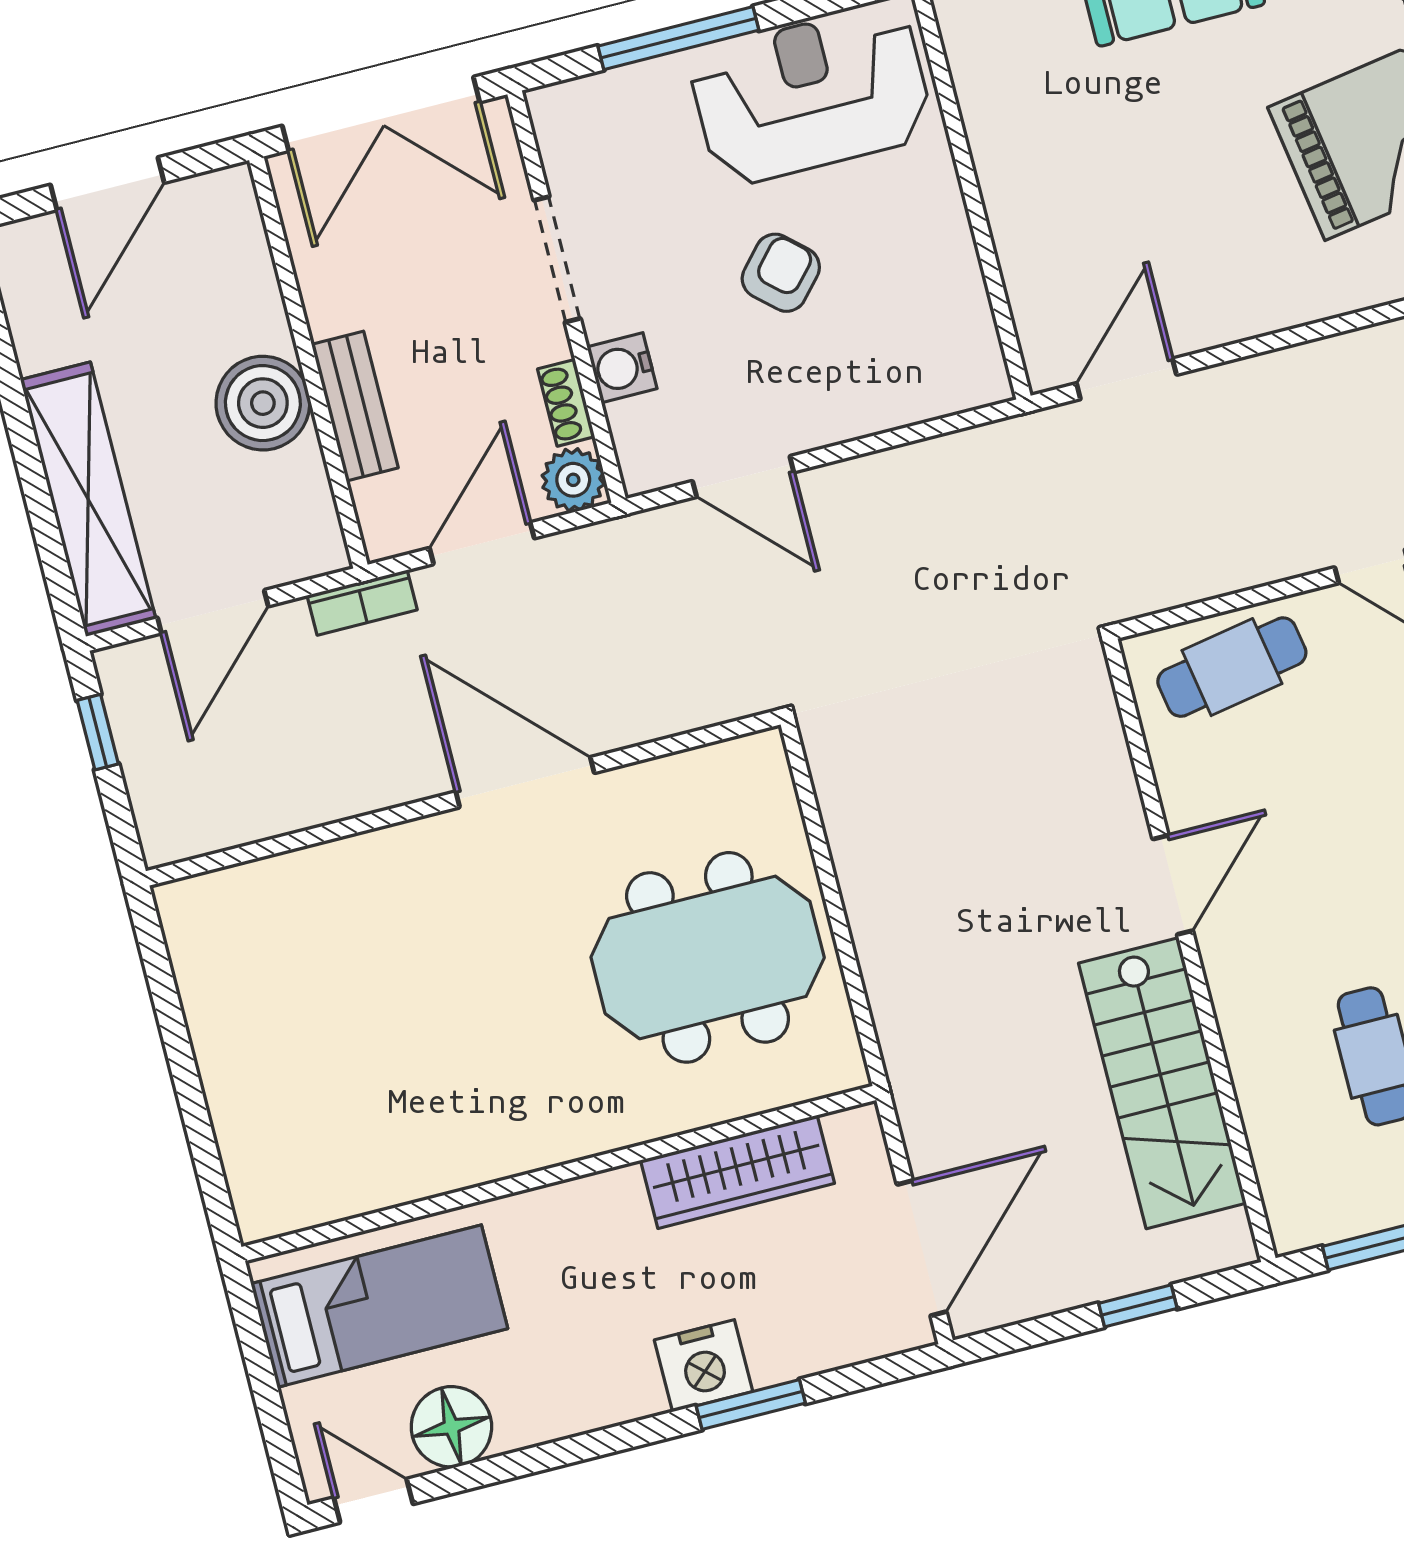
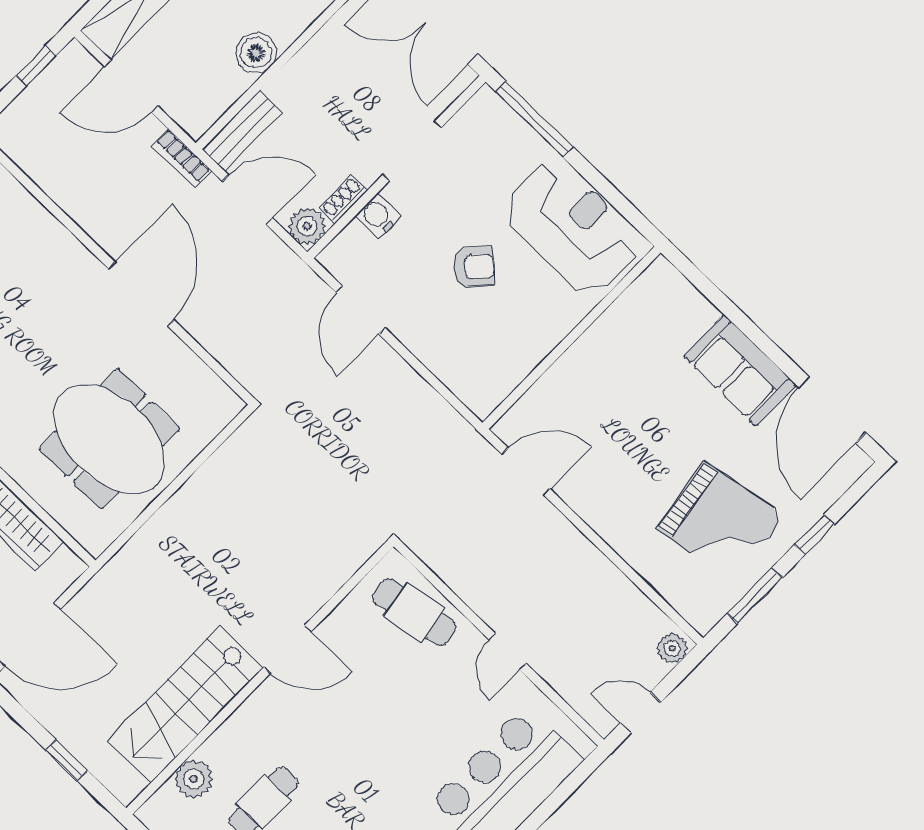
window: (678, 38) -> (534, 119), moved
boiler: (263, 403) -> (256, 53), width x0.73, depth x0.73
bench: (355, 406) -> (242, 131), moved
plant: (1279, 1137) -> (194, 779), added

